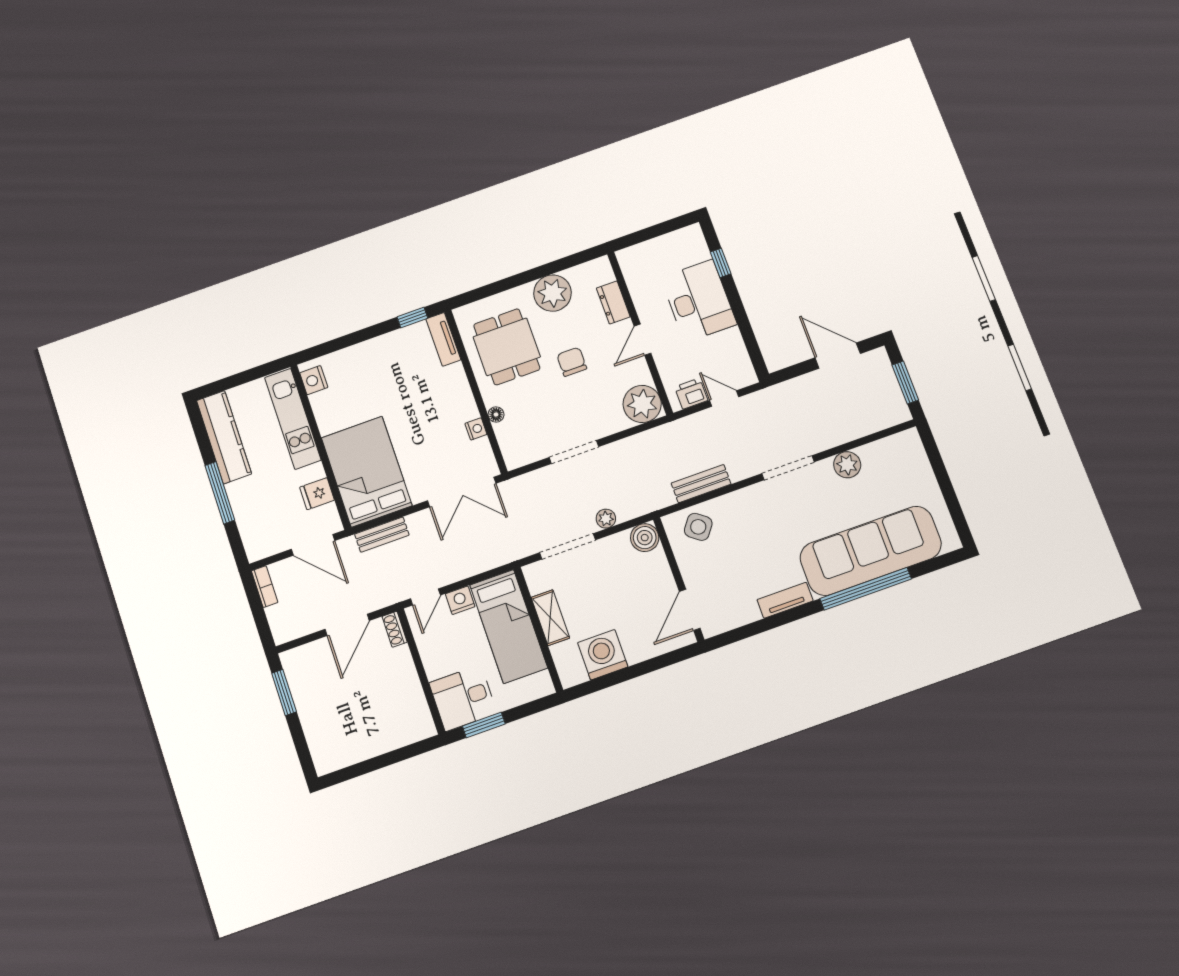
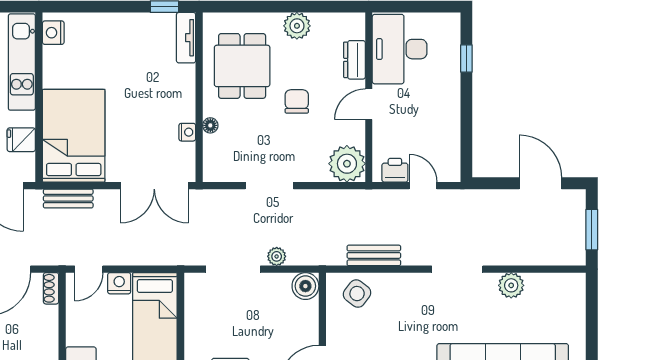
plant: (552, 293) -> (297, 26), width x0.73, depth x0.73
desk: (699, 301) -> (400, 49), moved, turned 180
shelving: (550, 618) -> (195, 328), removed

